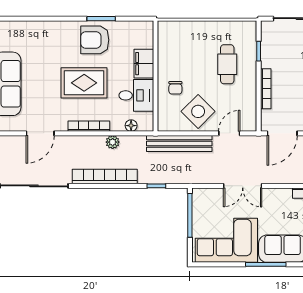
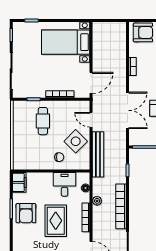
filing cabinet: (144, 64) -> (19, 182), moved, turned -90
cafe table: (227, 64) -> (43, 121), turned 90
door: (282, 133) -> (91, 83), hinge flipped
double door: (243, 186) -> (127, 110), width x1.37

